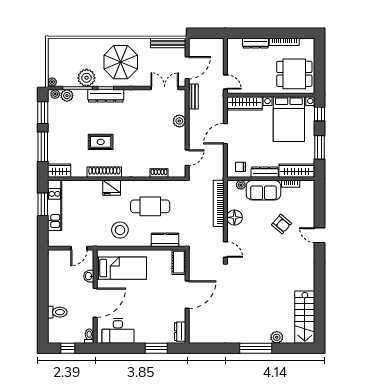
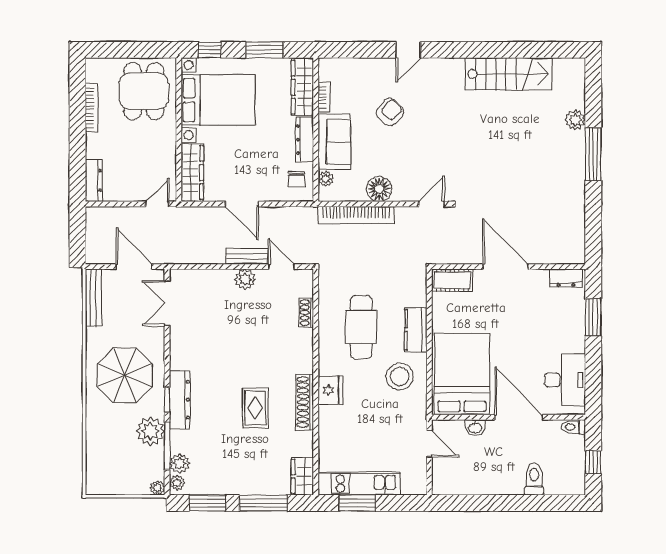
dresser: (256, 43) -> (94, 180), moved
bench: (193, 97) -> (247, 256), moved
plant: (179, 121) -> (245, 279), moved
kitchen counter: (165, 240) -> (416, 330), moved
bed: (121, 268) -> (462, 374), width x1.50
stairs: (305, 317) -> (509, 74), moved

